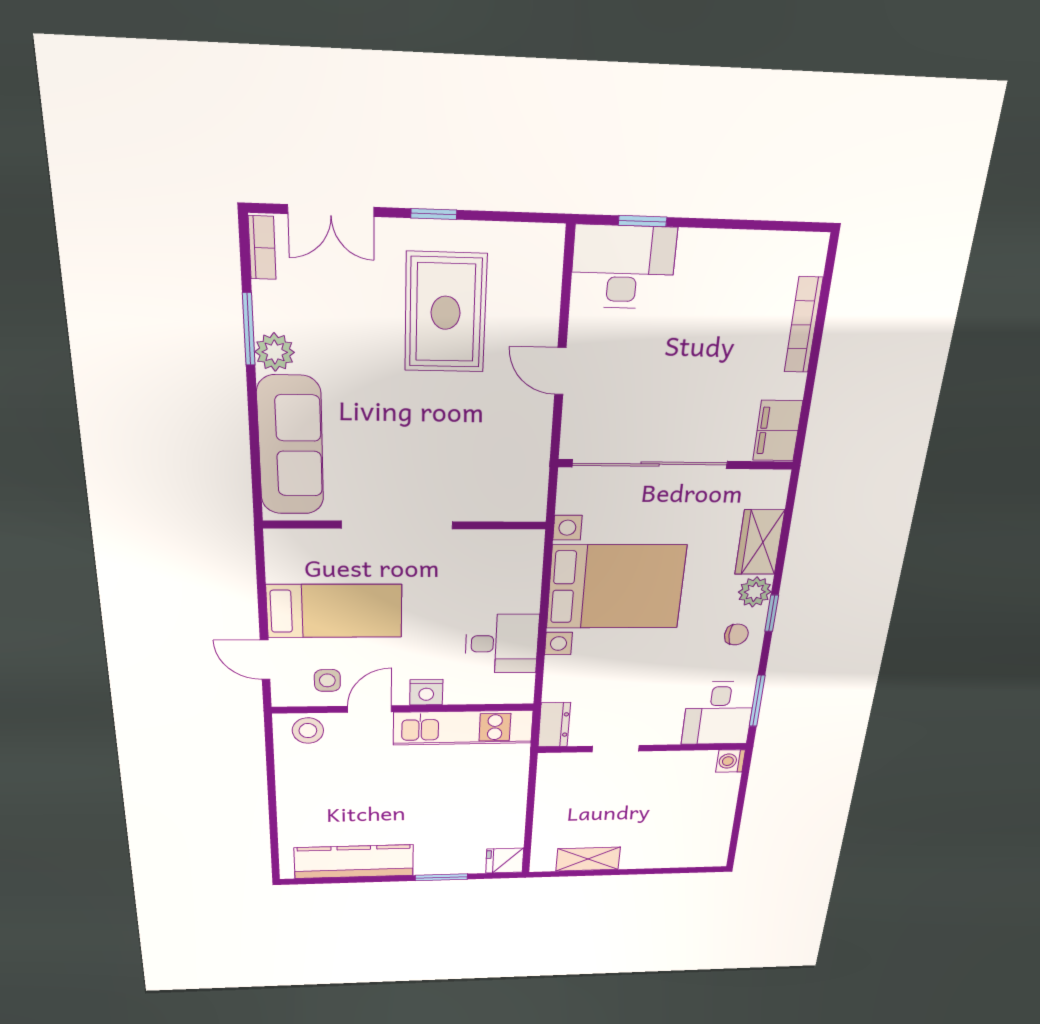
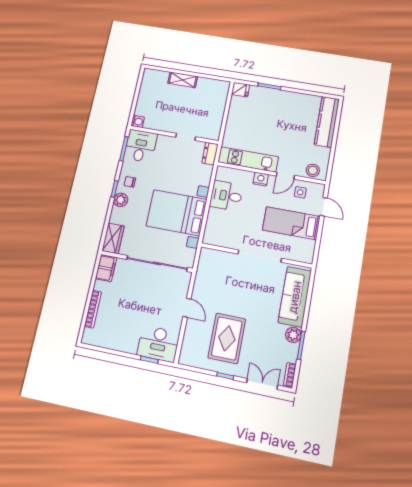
wardrobe: (760, 542) -> (113, 238), moved
shelving: (588, 859) -> (183, 80), moved
kitchen counter: (354, 862) -> (327, 122), moved, turned 90

